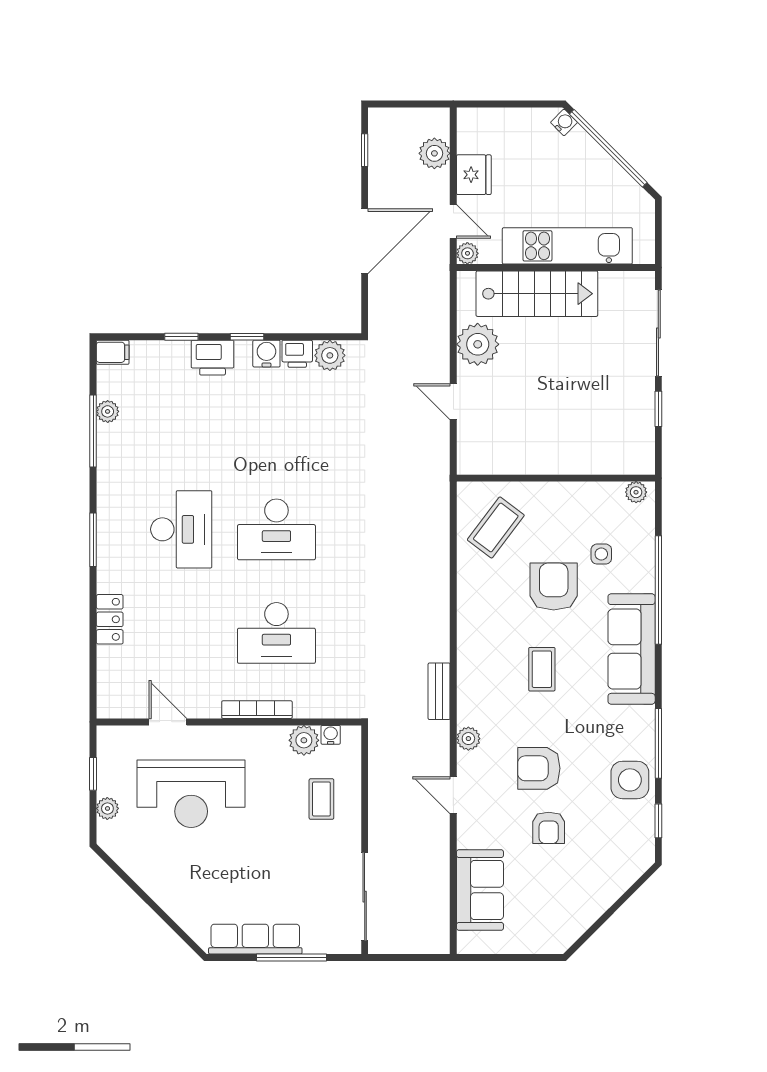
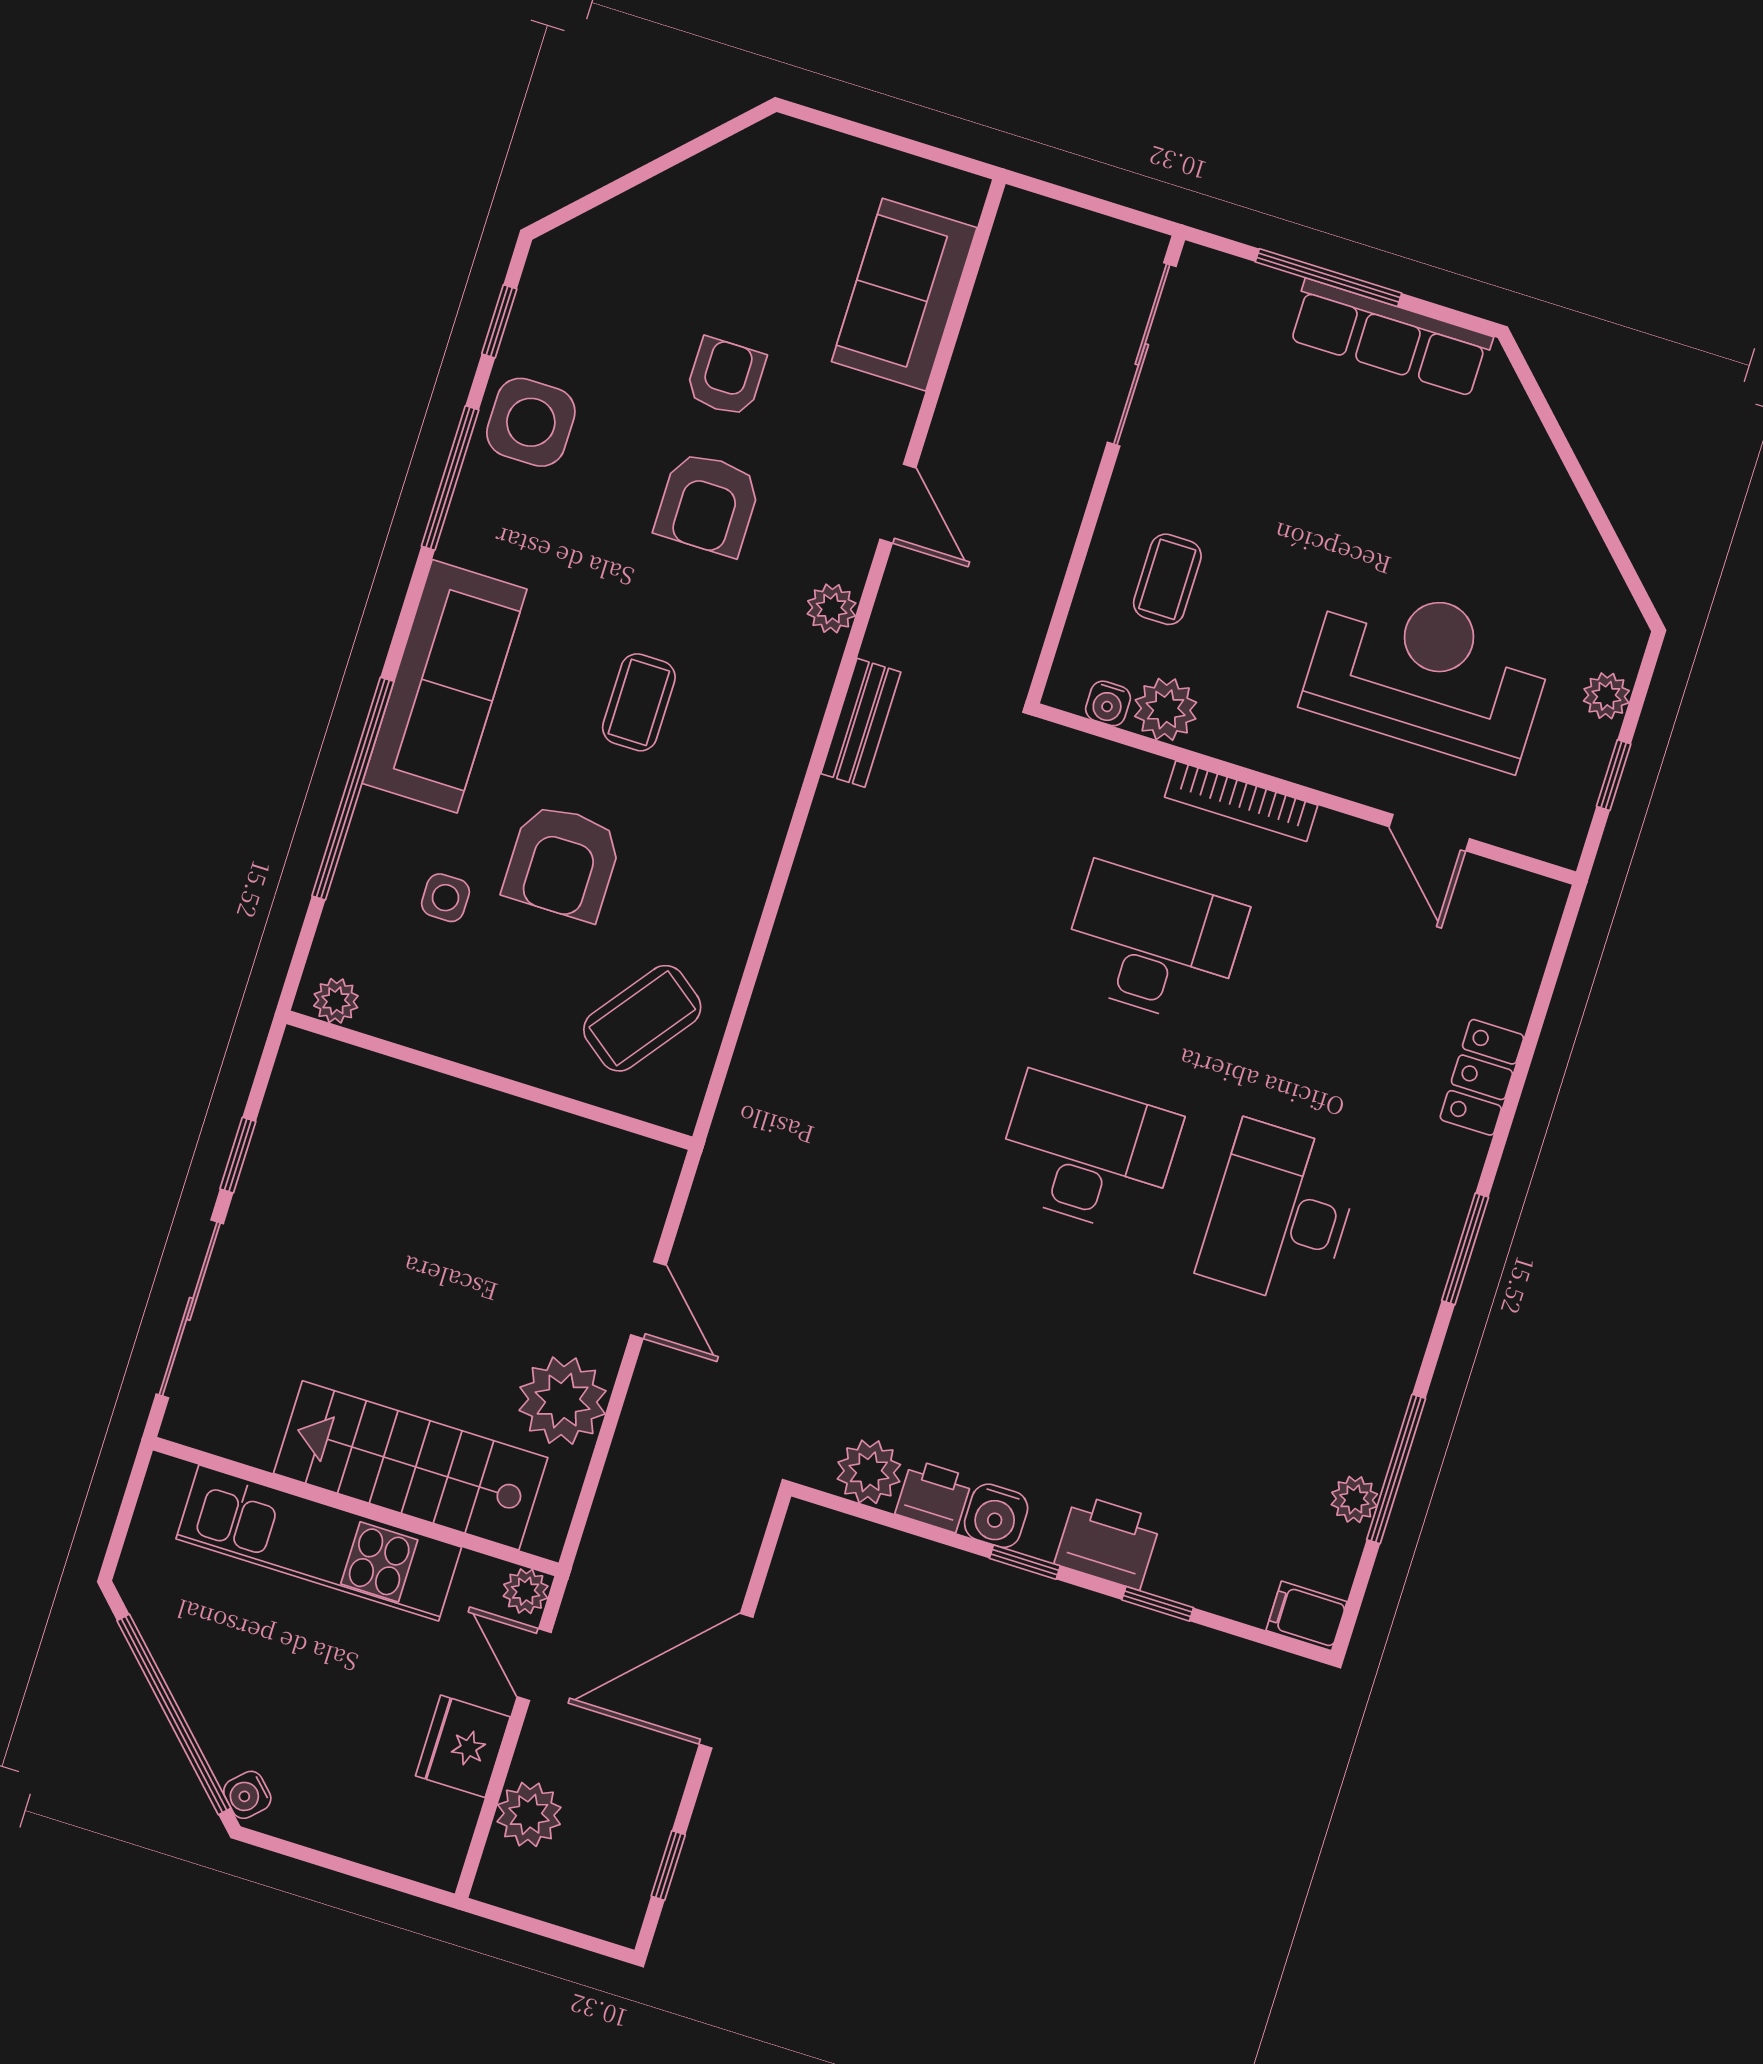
armchair: (539, 768) -> (708, 504), turned 90

